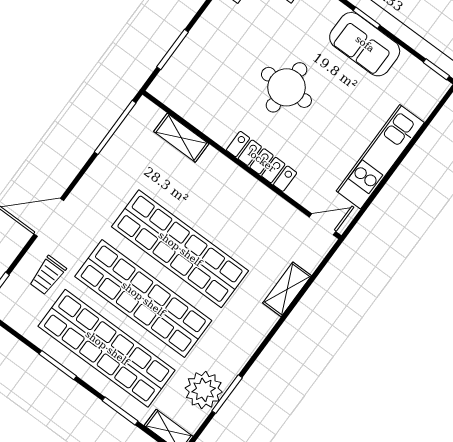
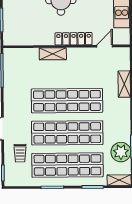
shelving: (181, 138) -> (53, 54), moved
door: (323, 224) -> (105, 46), moved

